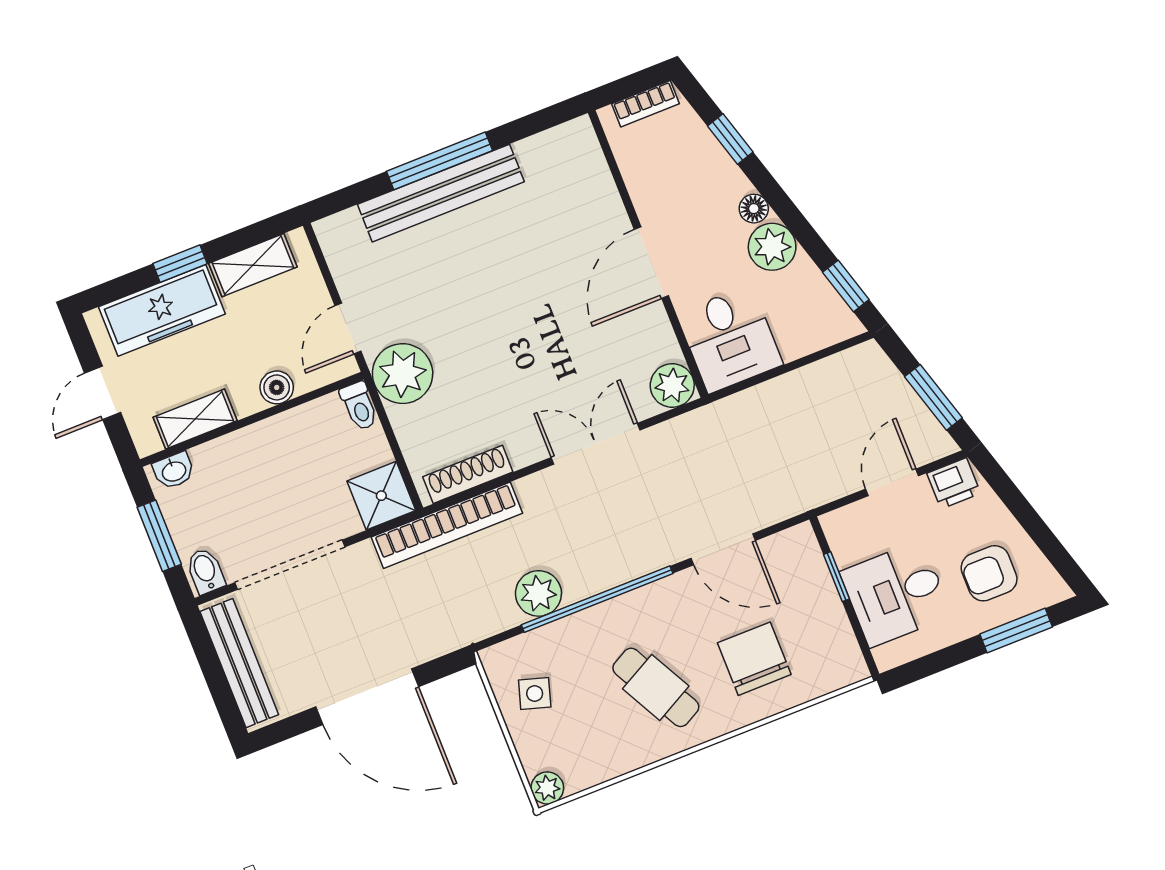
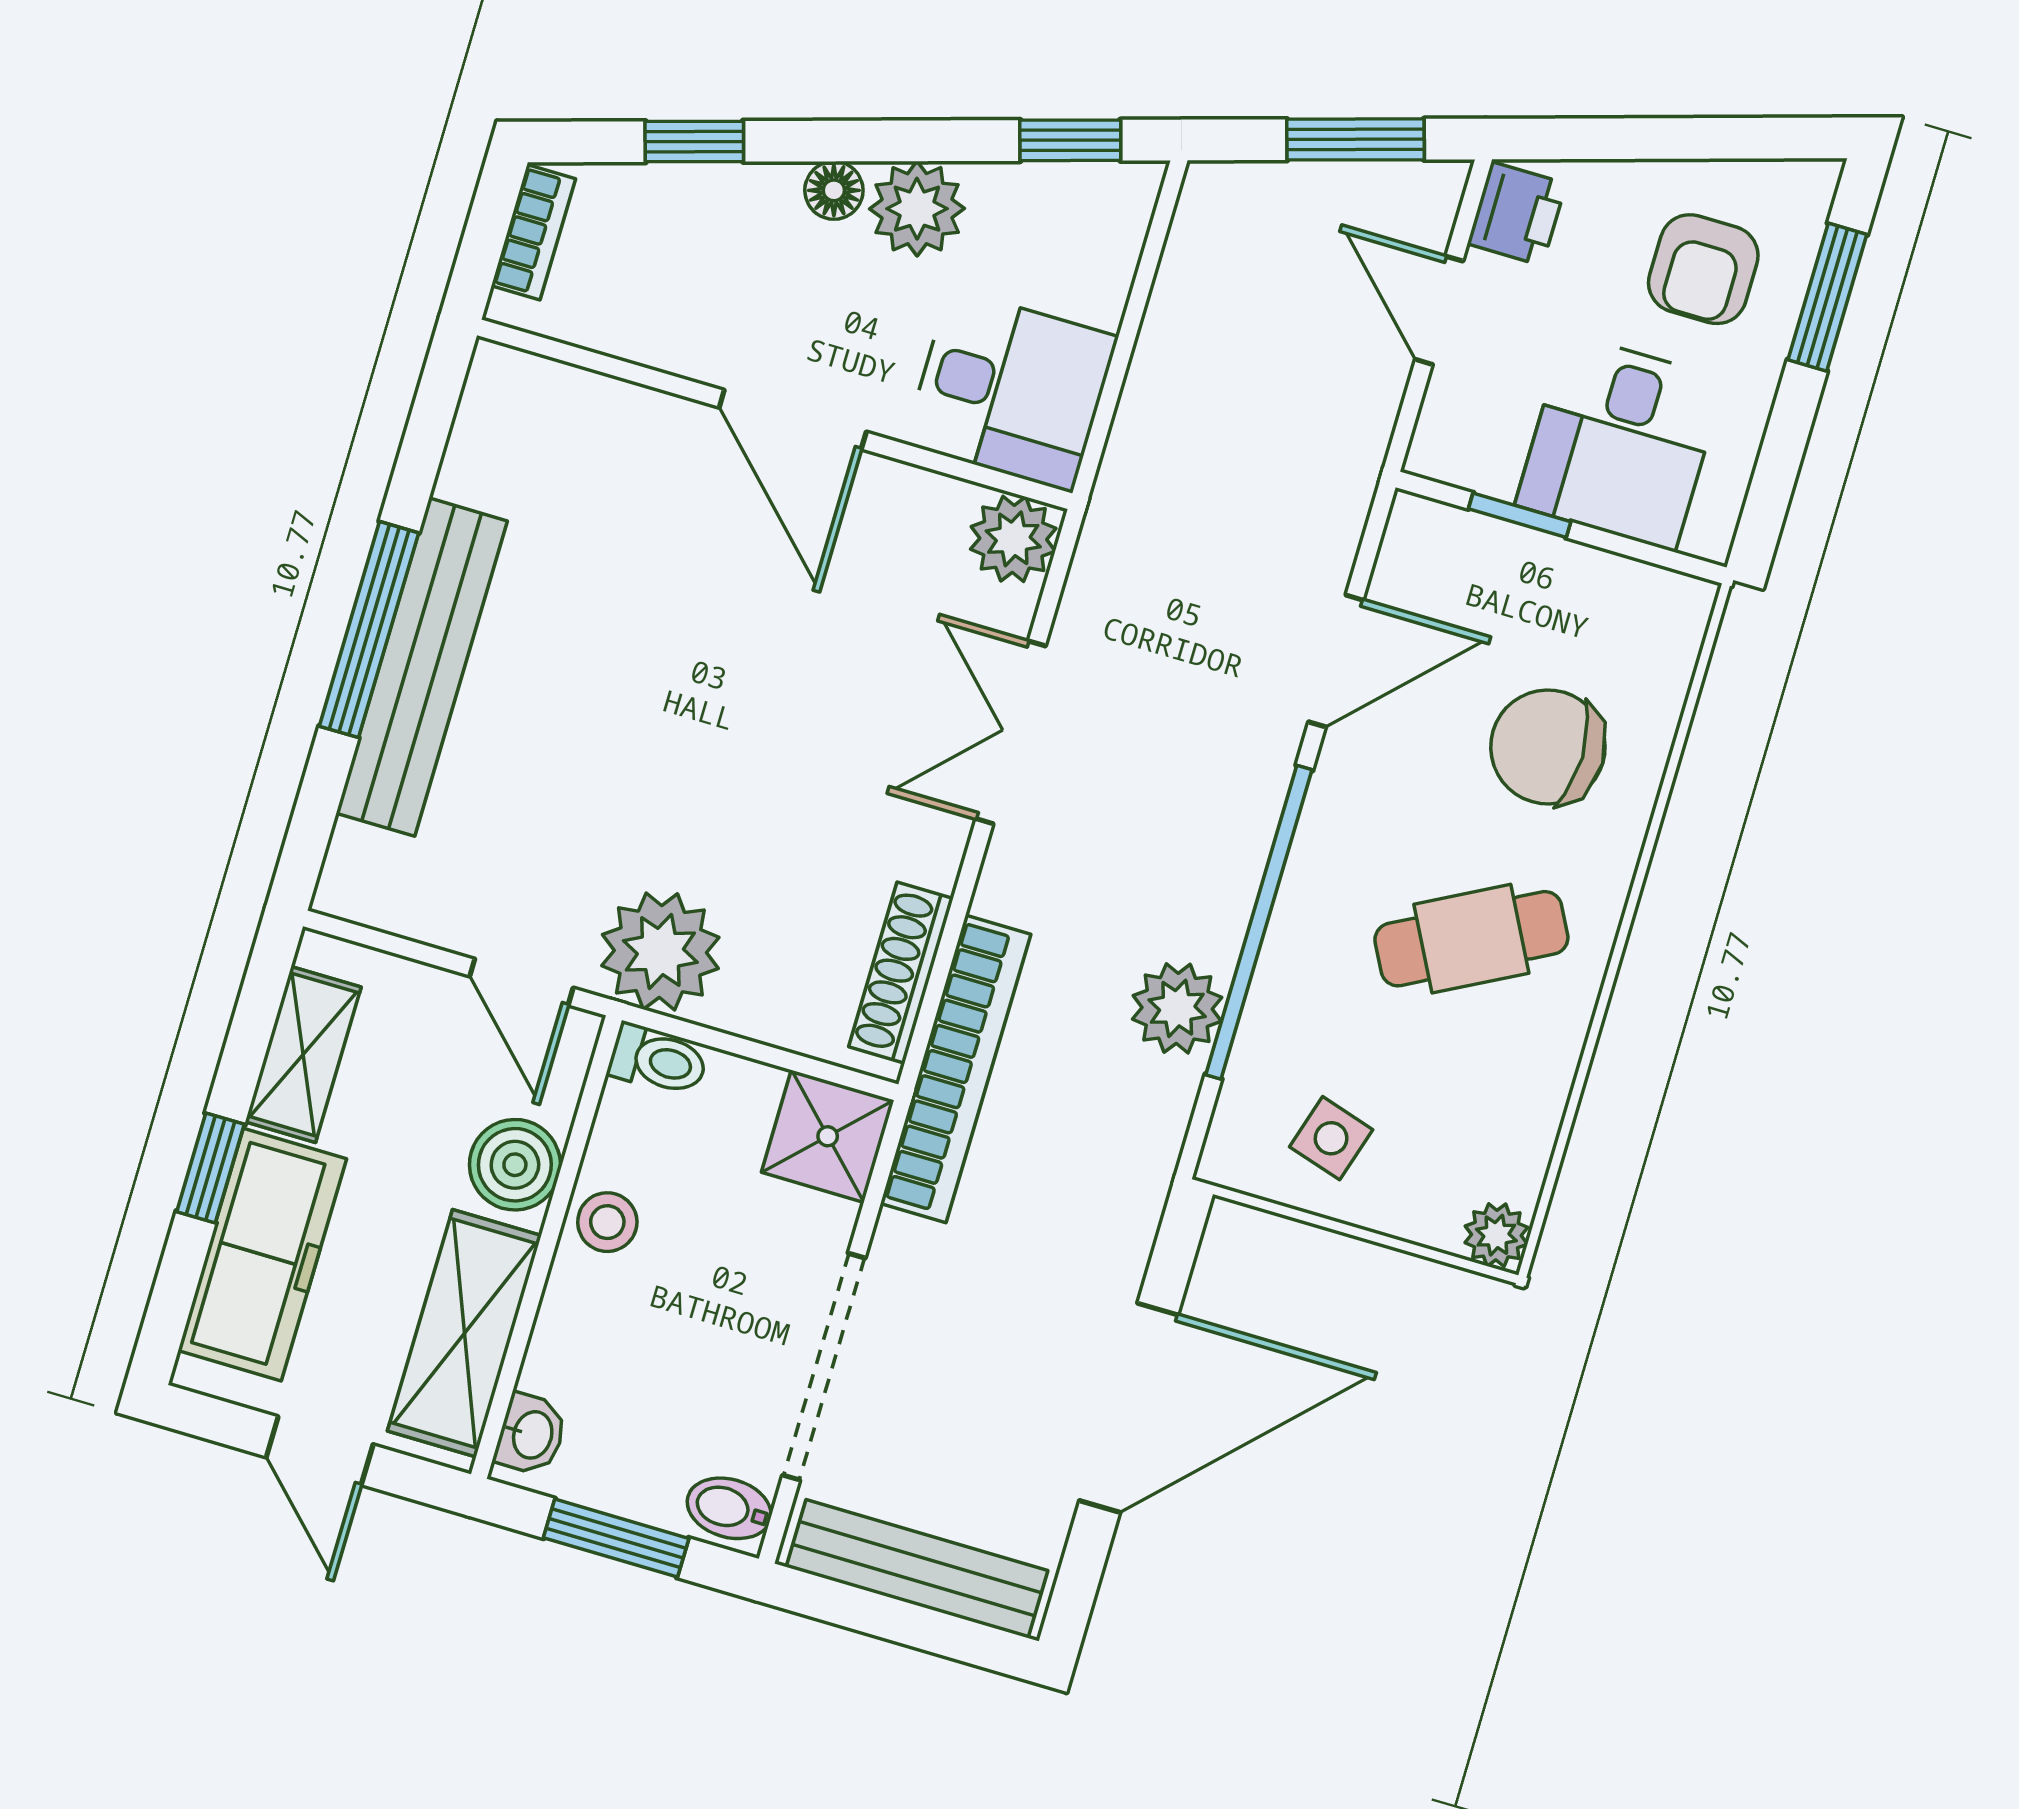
boiler: (277, 387) -> (515, 1165), width x1.36, depth x1.36
shelving: (195, 419) -> (464, 1333), width x1.50, depth x1.33
stool: (280, 436) -> (607, 1222), added

